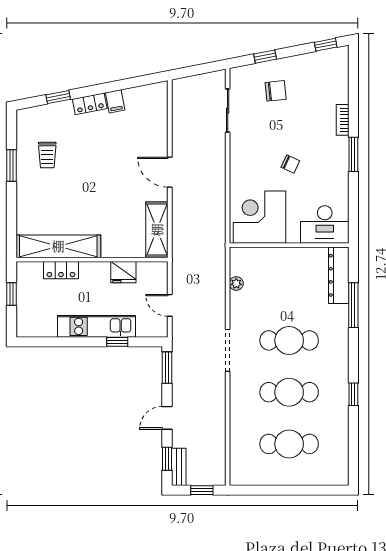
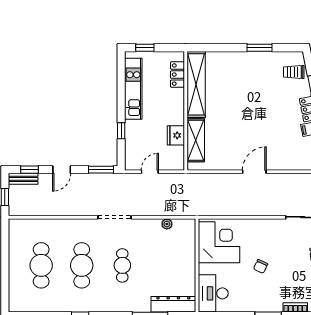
trolley: (47, 155) -> (294, 72), moved
shelving: (157, 230) -> (196, 140), moved, turned 90
locker: (61, 270) -> (177, 75), moved
window: (11, 294) -> (145, 48), moved
kitchen unit: (96, 326) -> (133, 89), moved
cafe table: (289, 340) -> (122, 265), width x0.73, depth x0.74
door: (167, 418) -> (62, 170), swing flipped

